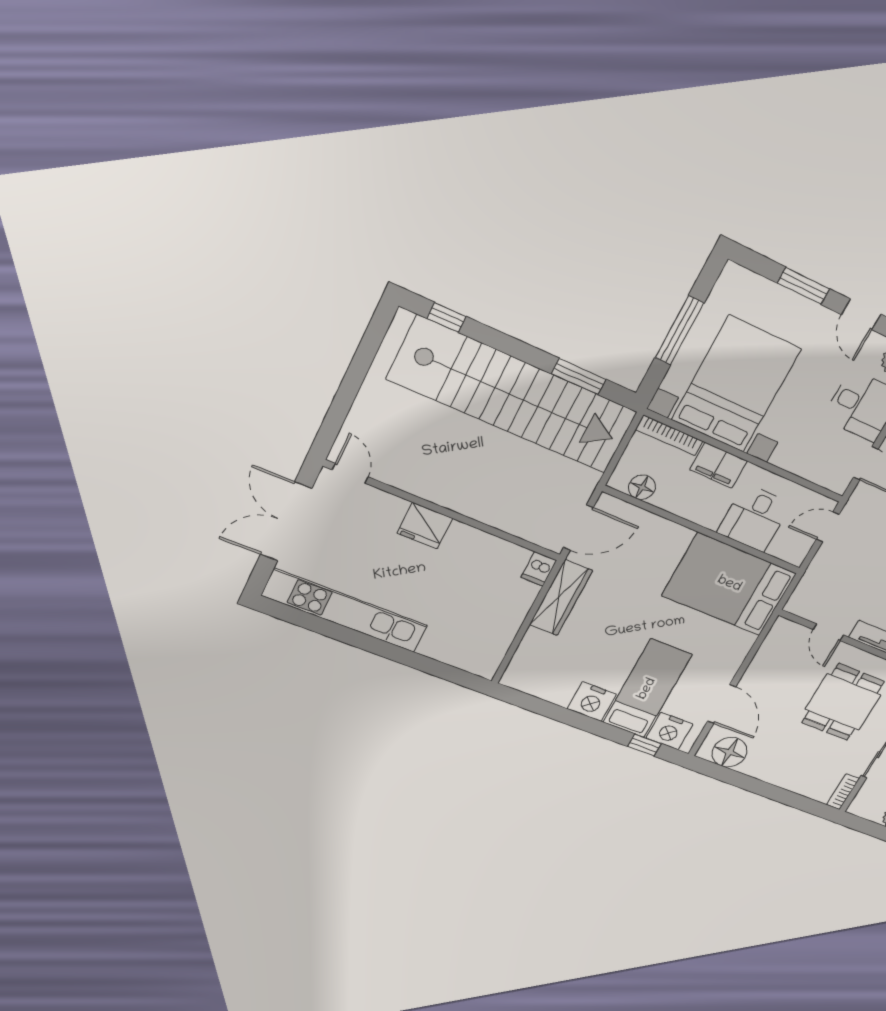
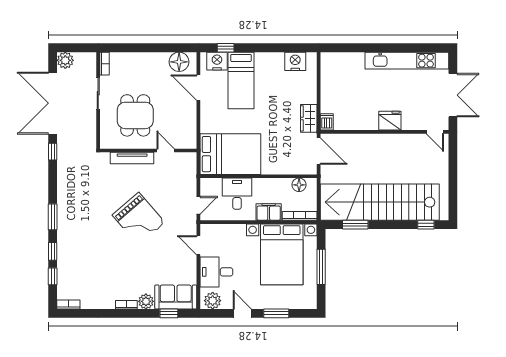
door: (578, 528) -> (319, 151), swing flipped
wardrobe: (561, 598) -> (309, 118), width x0.67
nightstand: (592, 702) -> (295, 61), moved

